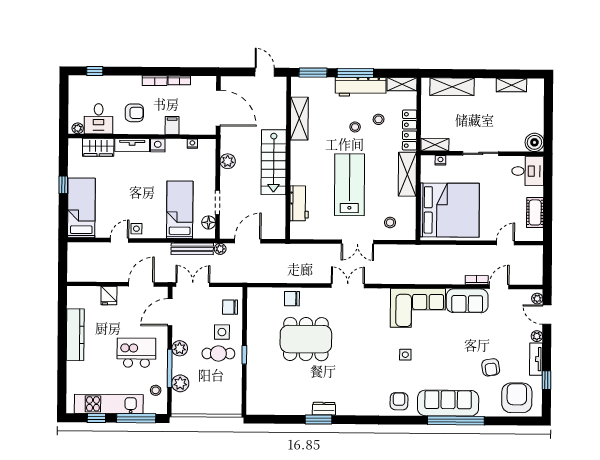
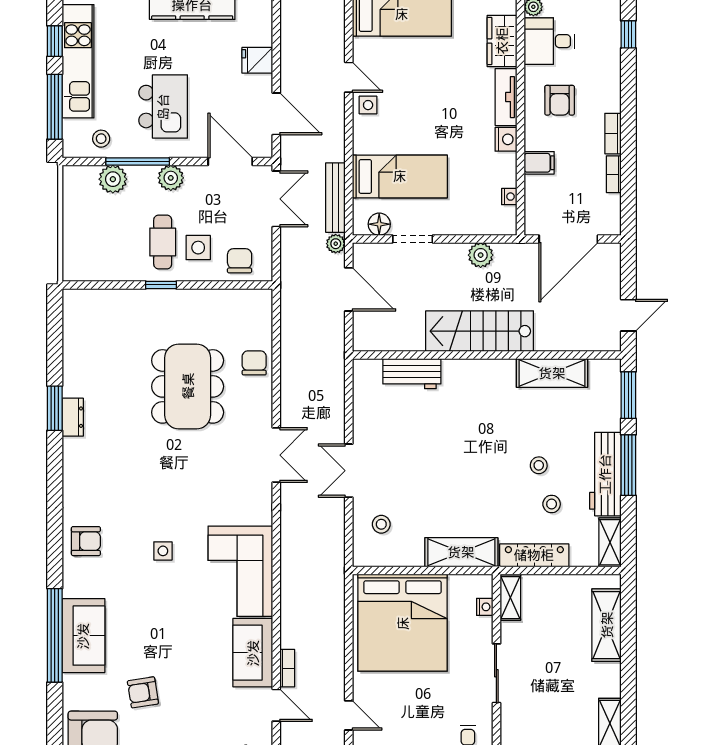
lab bench: (349, 185) -> (443, 457), removed
sofa: (448, 403) -> (83, 636), width x0.73

